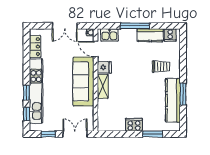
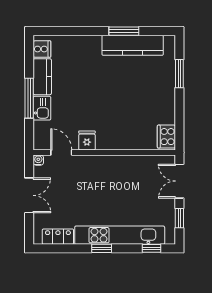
kitchen sink: (109, 35) -> (42, 108), moved
door: (96, 49) -> (61, 153), swing flipped
trolley: (161, 67) -> (86, 62), removed
sofa: (83, 81) -> (106, 169), removed
shelving: (103, 86) -> (113, 143), removed
window: (26, 93) -> (102, 248), moved
cooker: (134, 125) -> (166, 137), moved

